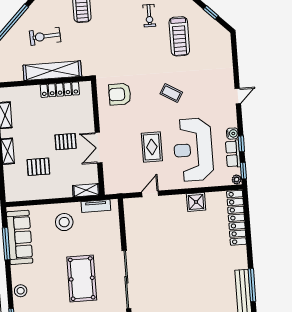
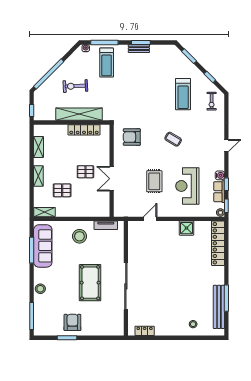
exercise bike: (149, 16) -> (212, 101), moved
reception desk: (193, 150) -> (187, 186), width x0.74, depth x0.77
shelving: (86, 190) -> (44, 212), moved

